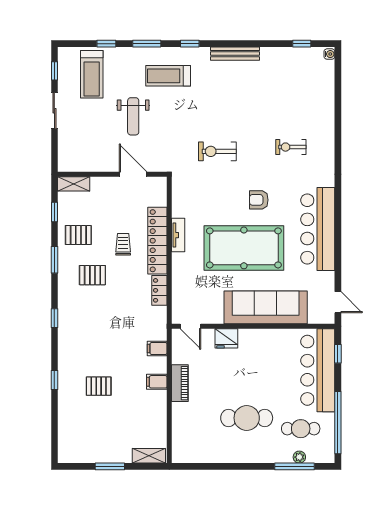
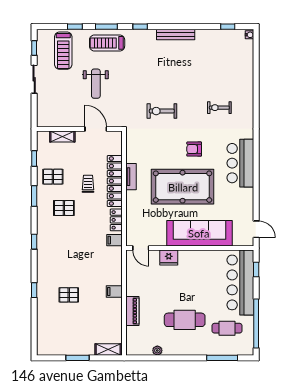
treadmill: (168, 76) -> (107, 43), moved
shelving: (74, 184) -> (62, 136), moved
bar counter: (318, 229) -> (240, 163), width x0.73
filing cabinet: (157, 349) -> (115, 240), moved
piano: (180, 383) -> (132, 311), moved
plant: (299, 457) -> (157, 351), moved

